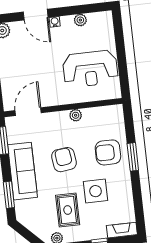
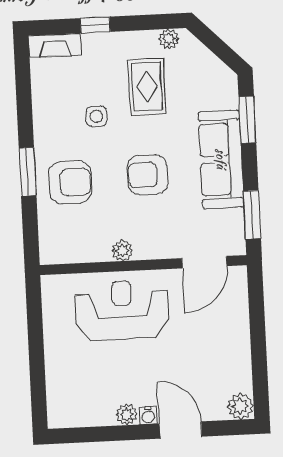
plant: (80, 20) -> (127, 414), moved
reception desk: (90, 69) -> (122, 310), moved
armchair: (64, 160) -> (148, 175), turned 97
side table: (96, 191) -> (96, 116), width x0.54, depth x0.54

